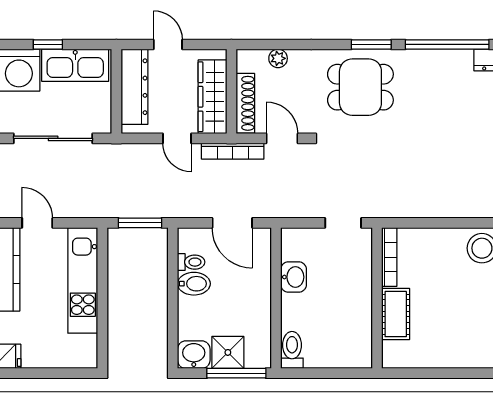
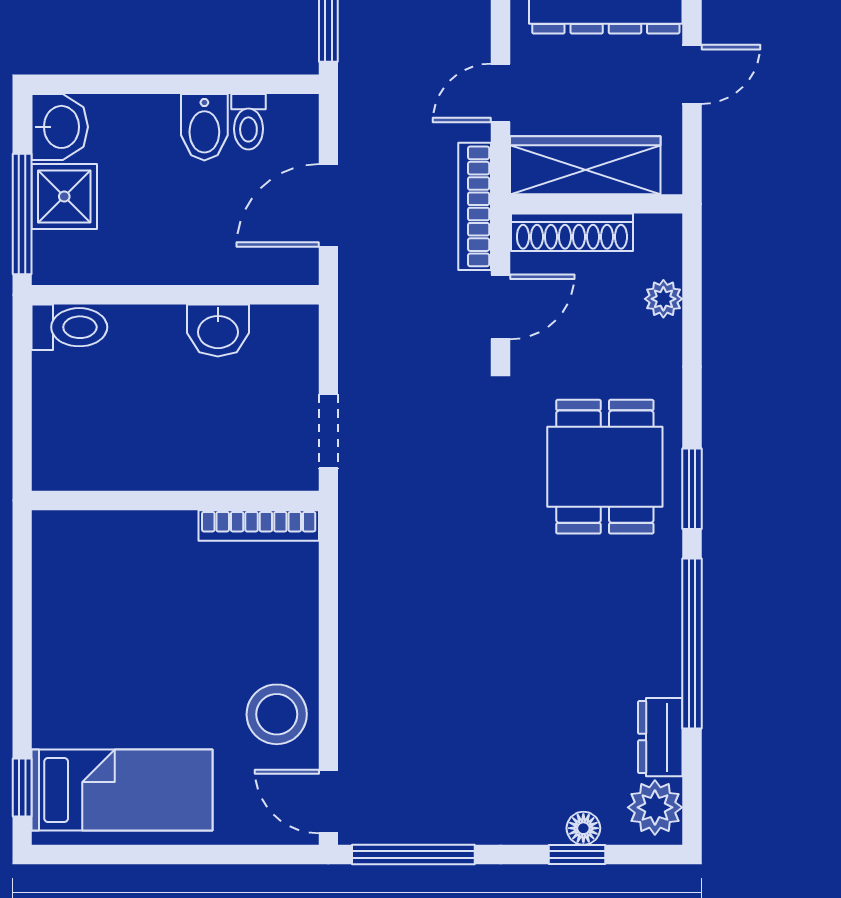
cot: (396, 314) -> (143, 538), removed

